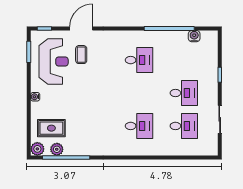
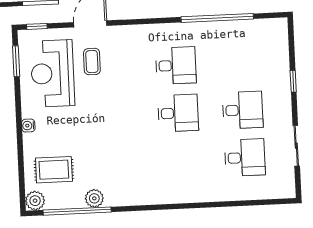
water cooler: (194, 36) -> (254, 27), removed
reception desk: (54, 62) -> (53, 73), turned 180
desk: (139, 126) -> (178, 113), moved
plant: (57, 149) -> (94, 198), moved

